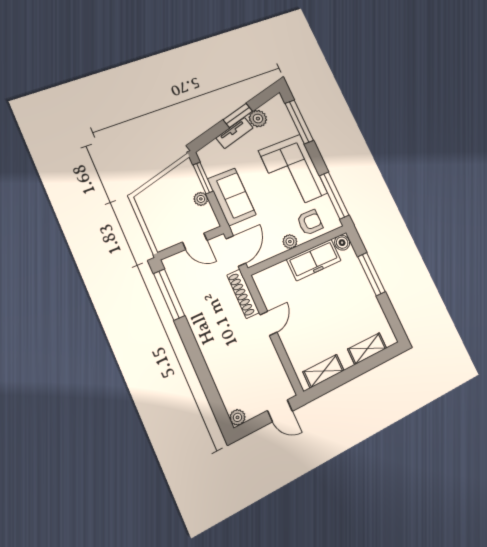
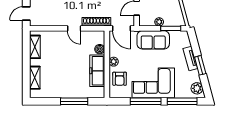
plant: (258, 119) -> (197, 88), moved
window: (334, 195) -> (146, 101), moved
boiler: (342, 243) -> (100, 49), moved

